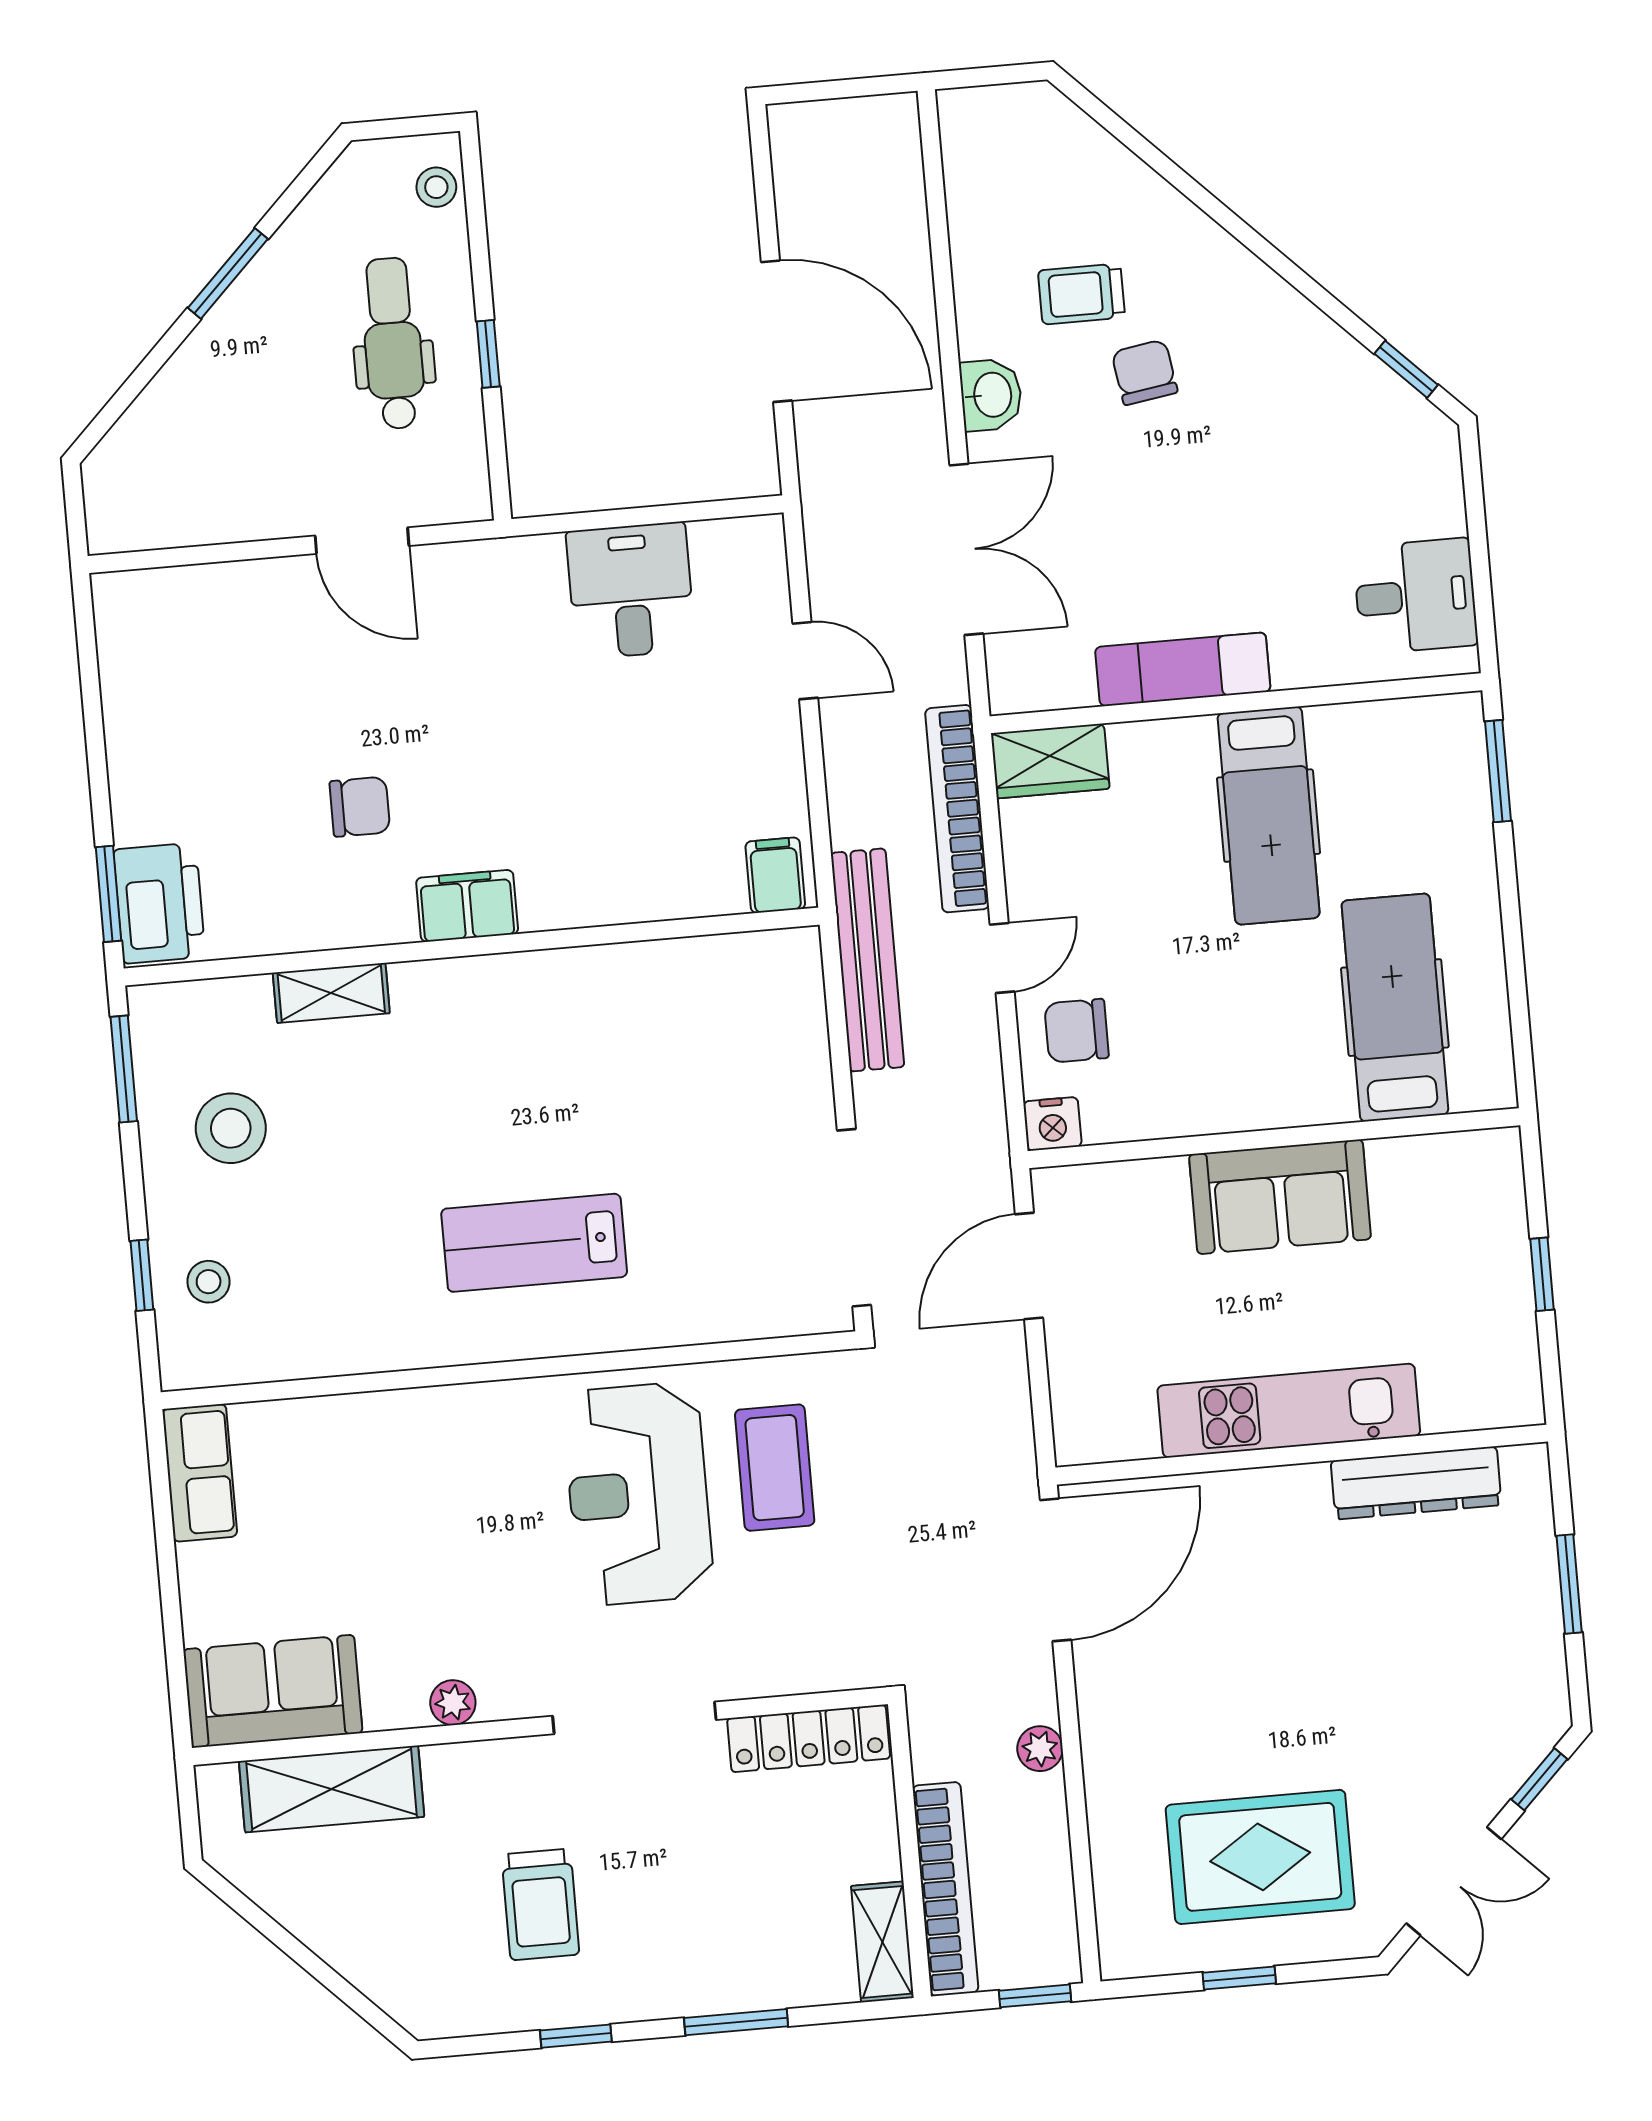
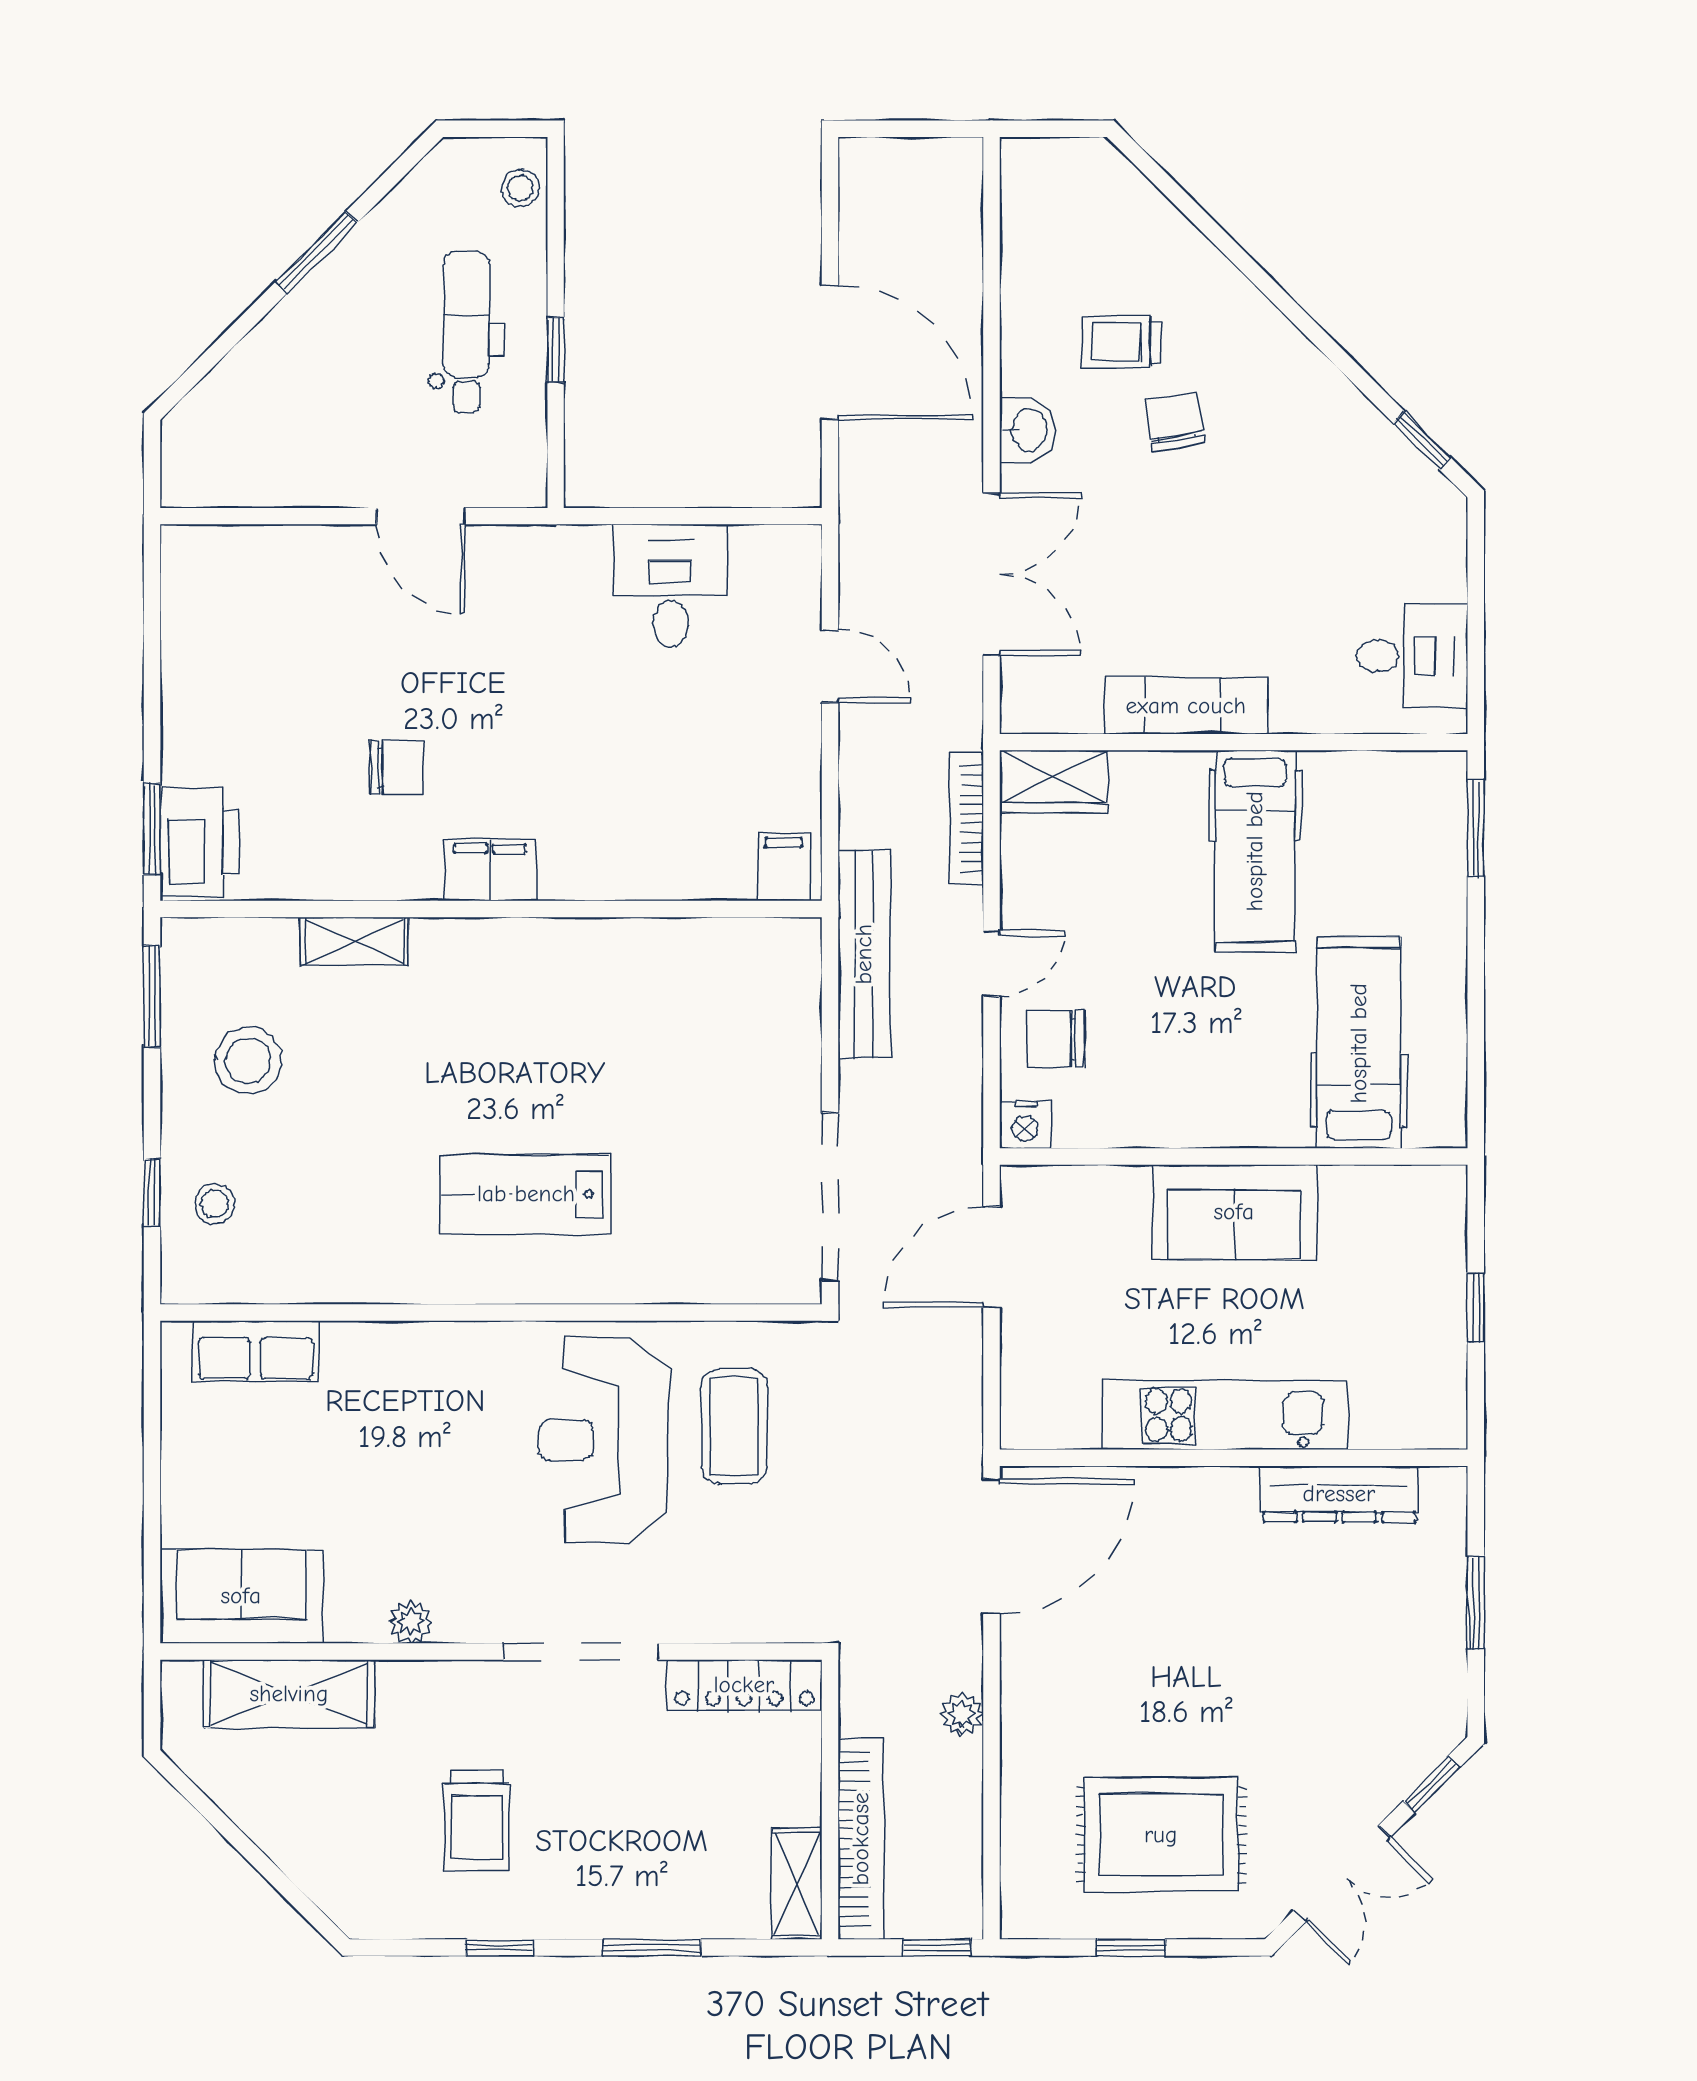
bookcase: (957, 809) -> (967, 819), width x0.68, depth x0.76
row of seats: (200, 1473) -> (255, 1351), moved, turned 90

